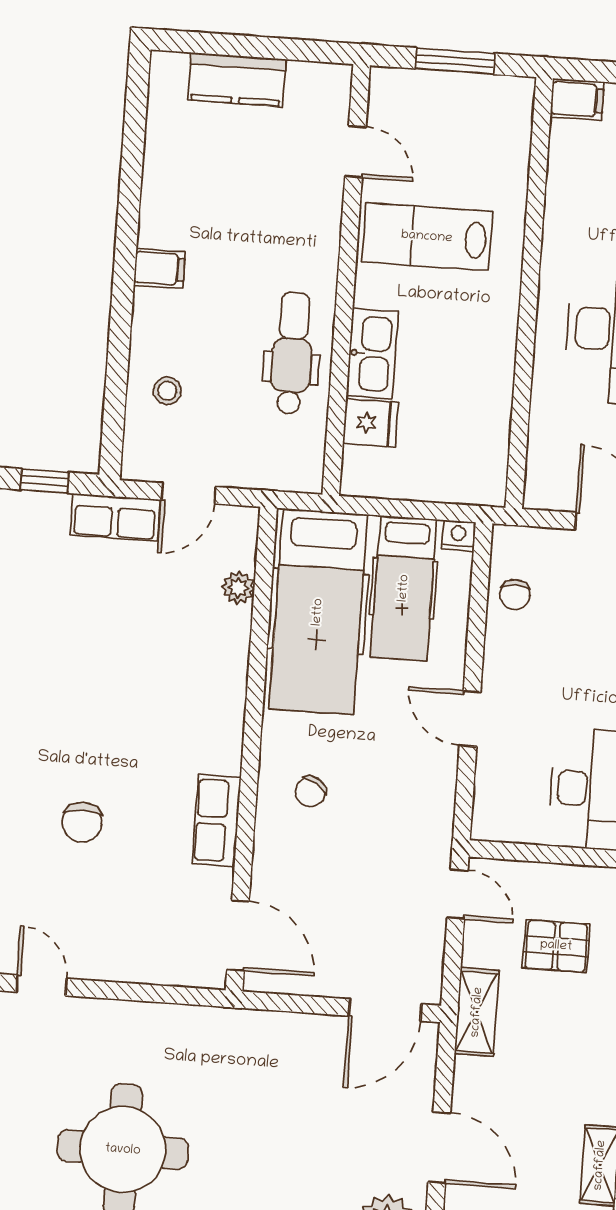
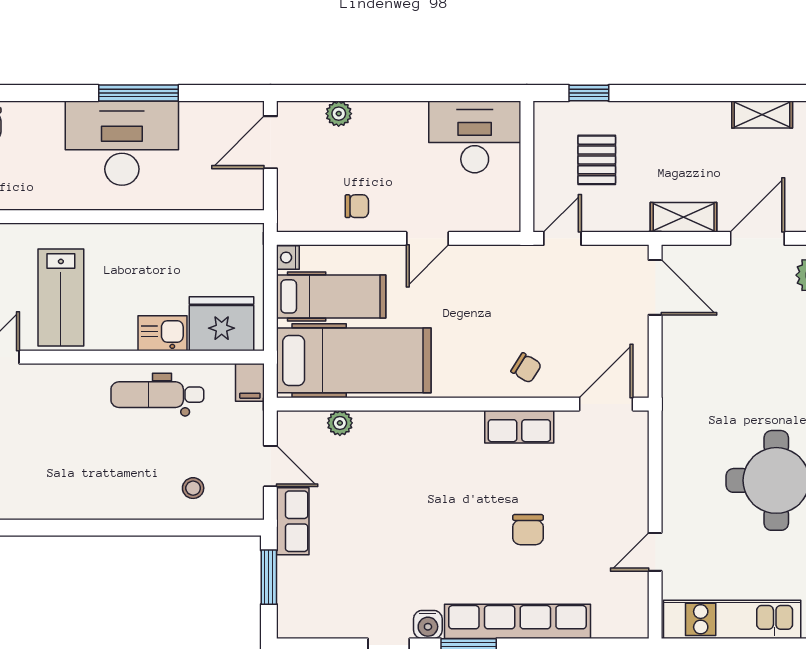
filing cabinet: (159, 268) -> (250, 382), moved, turned 180
kitchen sink: (372, 354) -> (163, 333), width x0.73
fridge: (371, 423) -> (222, 324), width x1.88, depth x1.34
window: (44, 481) -> (269, 577), width x1.50
chair: (515, 594) -> (357, 206), moved
chair: (310, 792) -> (526, 368), moved
chair: (82, 822) -> (528, 530), turned 90
shelving: (477, 1012) -> (684, 217), moved

